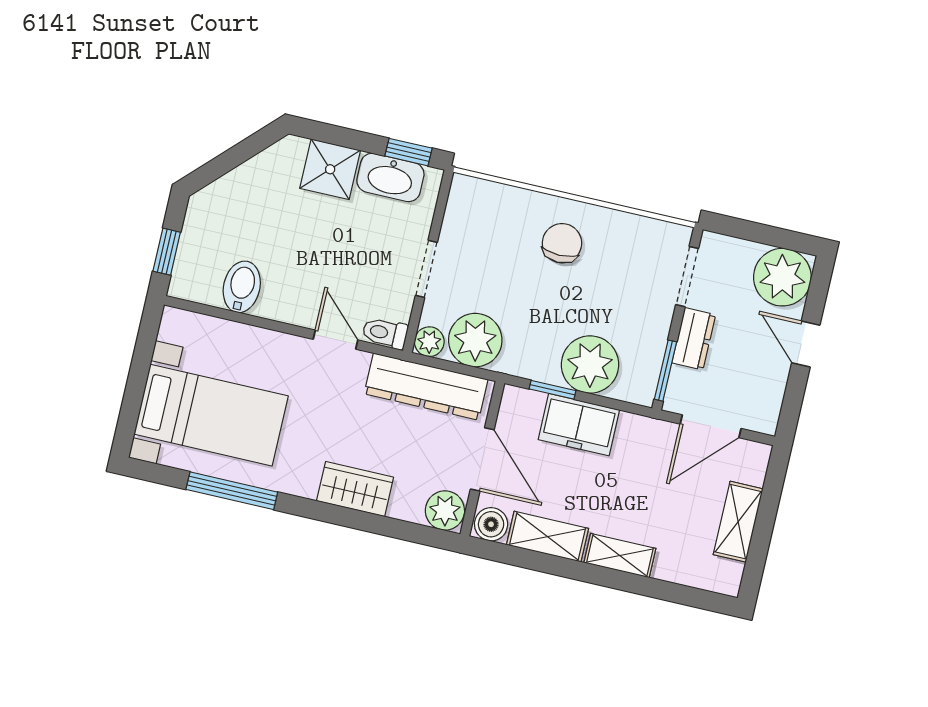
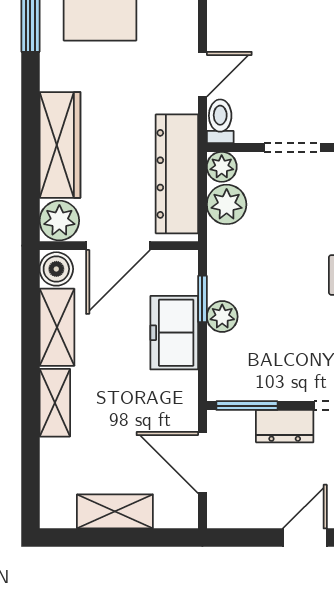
plant: (475, 340) -> (227, 204), width x0.73, depth x0.73
plant: (590, 365) -> (222, 317), width x0.53, depth x0.53
wardrobe: (355, 489) -> (60, 145), width x1.50

